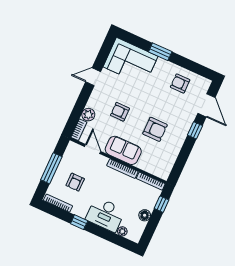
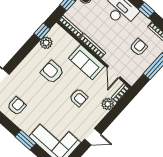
armchair: (180, 83) -> (17, 106), turned -90
window: (195, 130) -> (42, 31), moved
plant: (170, 157) -> (46, 43), added

